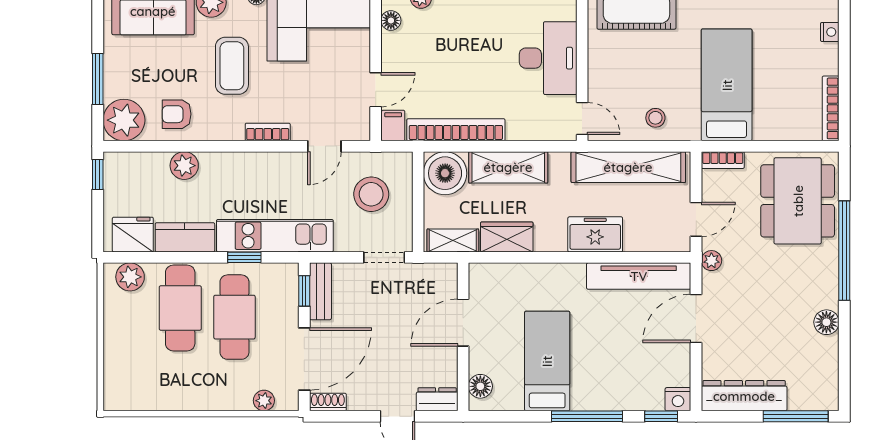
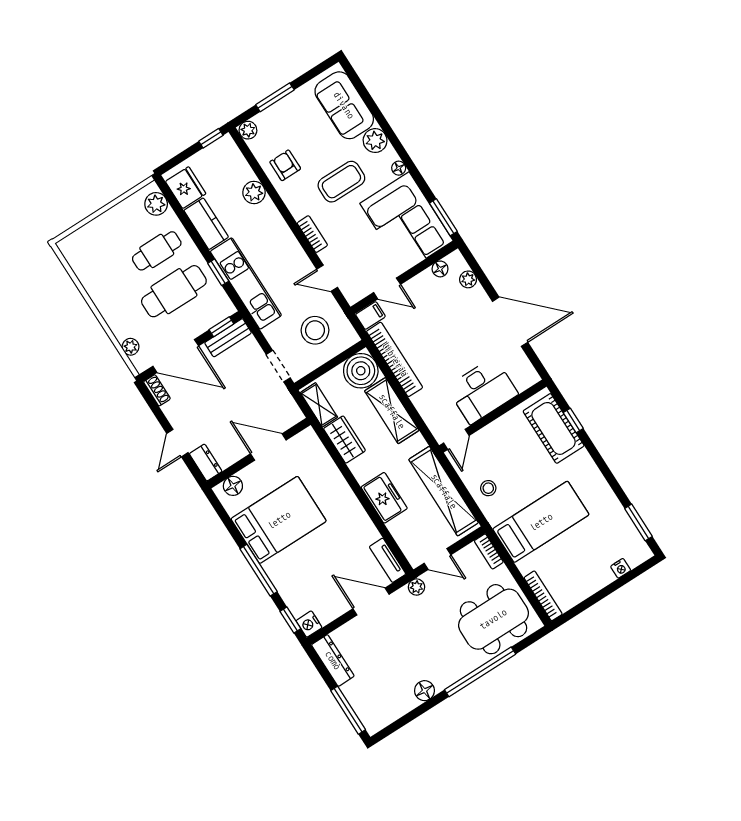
bookcase: (831, 108) -> (543, 596), moved, turned 90
plant: (124, 120) -> (248, 130), width x0.53, depth x0.53
tv unit: (639, 276) -> (388, 560), width x0.52, depth x0.78
cafe table: (180, 308) -> (157, 251), width x0.73, depth x0.74
bed: (547, 361) -> (279, 520), width x1.50
dresser: (744, 396) -> (333, 660), width x0.73, depth x0.80

